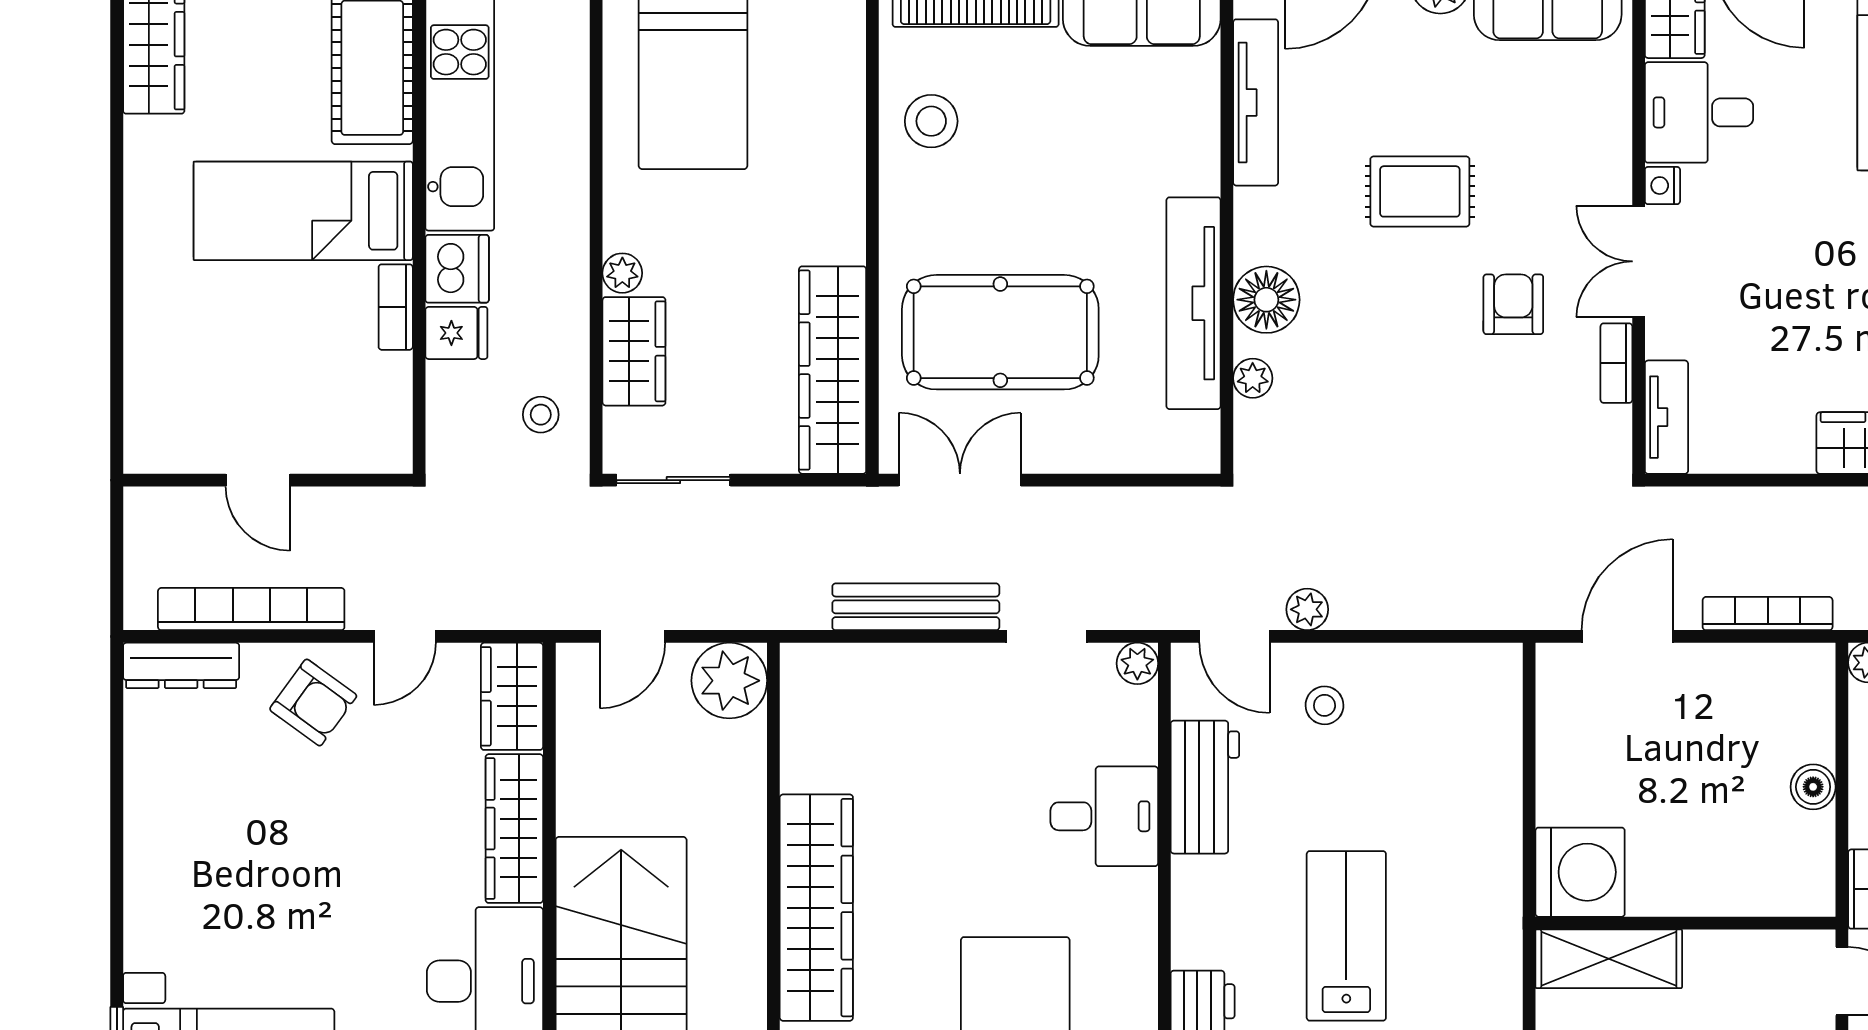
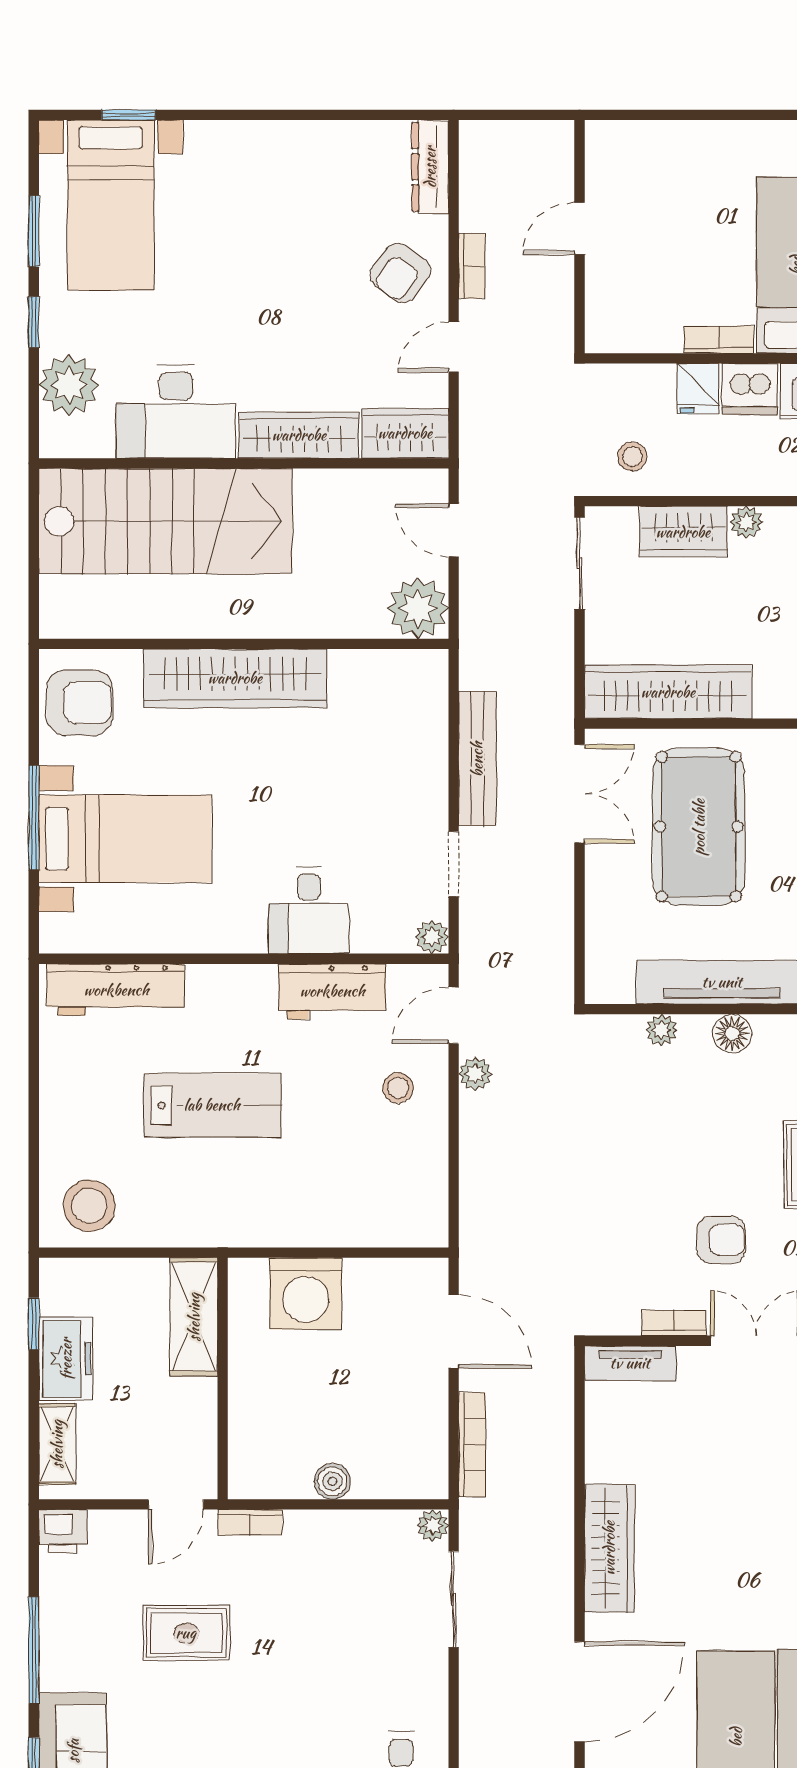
floor lamp: (1266, 300) -> (732, 1034), width x0.73, depth x0.73
bookcase: (251, 609) -> (472, 266), width x0.43, depth x0.76
door: (405, 636) -> (454, 347), hinge flipped
washing machine: (1580, 872) -> (306, 1294), moved

